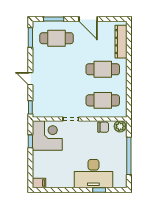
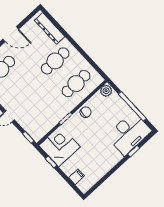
chair: (103, 127) -> (86, 112), moved
desk: (93, 174) -> (129, 133), moved
filing cabinet: (39, 183) -> (77, 177), moved

